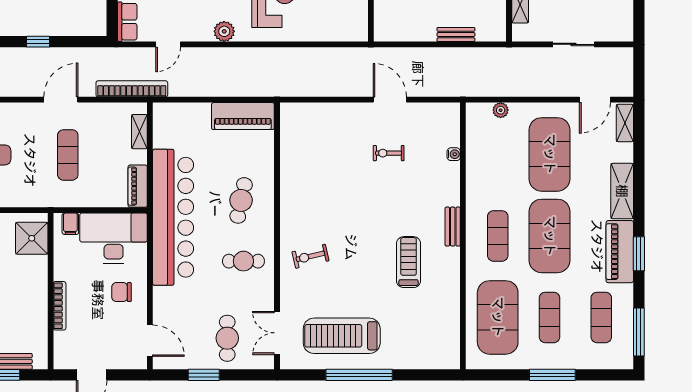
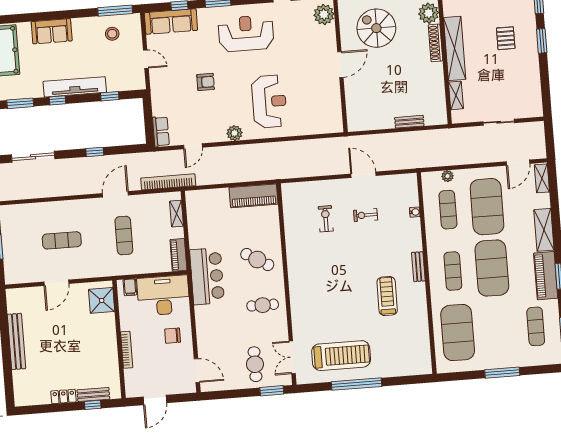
cafe table: (241, 200) -> (257, 259), turned -71
bar counter: (173, 217) -> (207, 276), width x0.54
exercise bike: (310, 256) -> (326, 219), moved, turned 103
exercise mat: (550, 317) -> (448, 210), moved
treadmill: (342, 336) -> (341, 356), turned 180
window: (204, 375) -> (272, 391), moved

